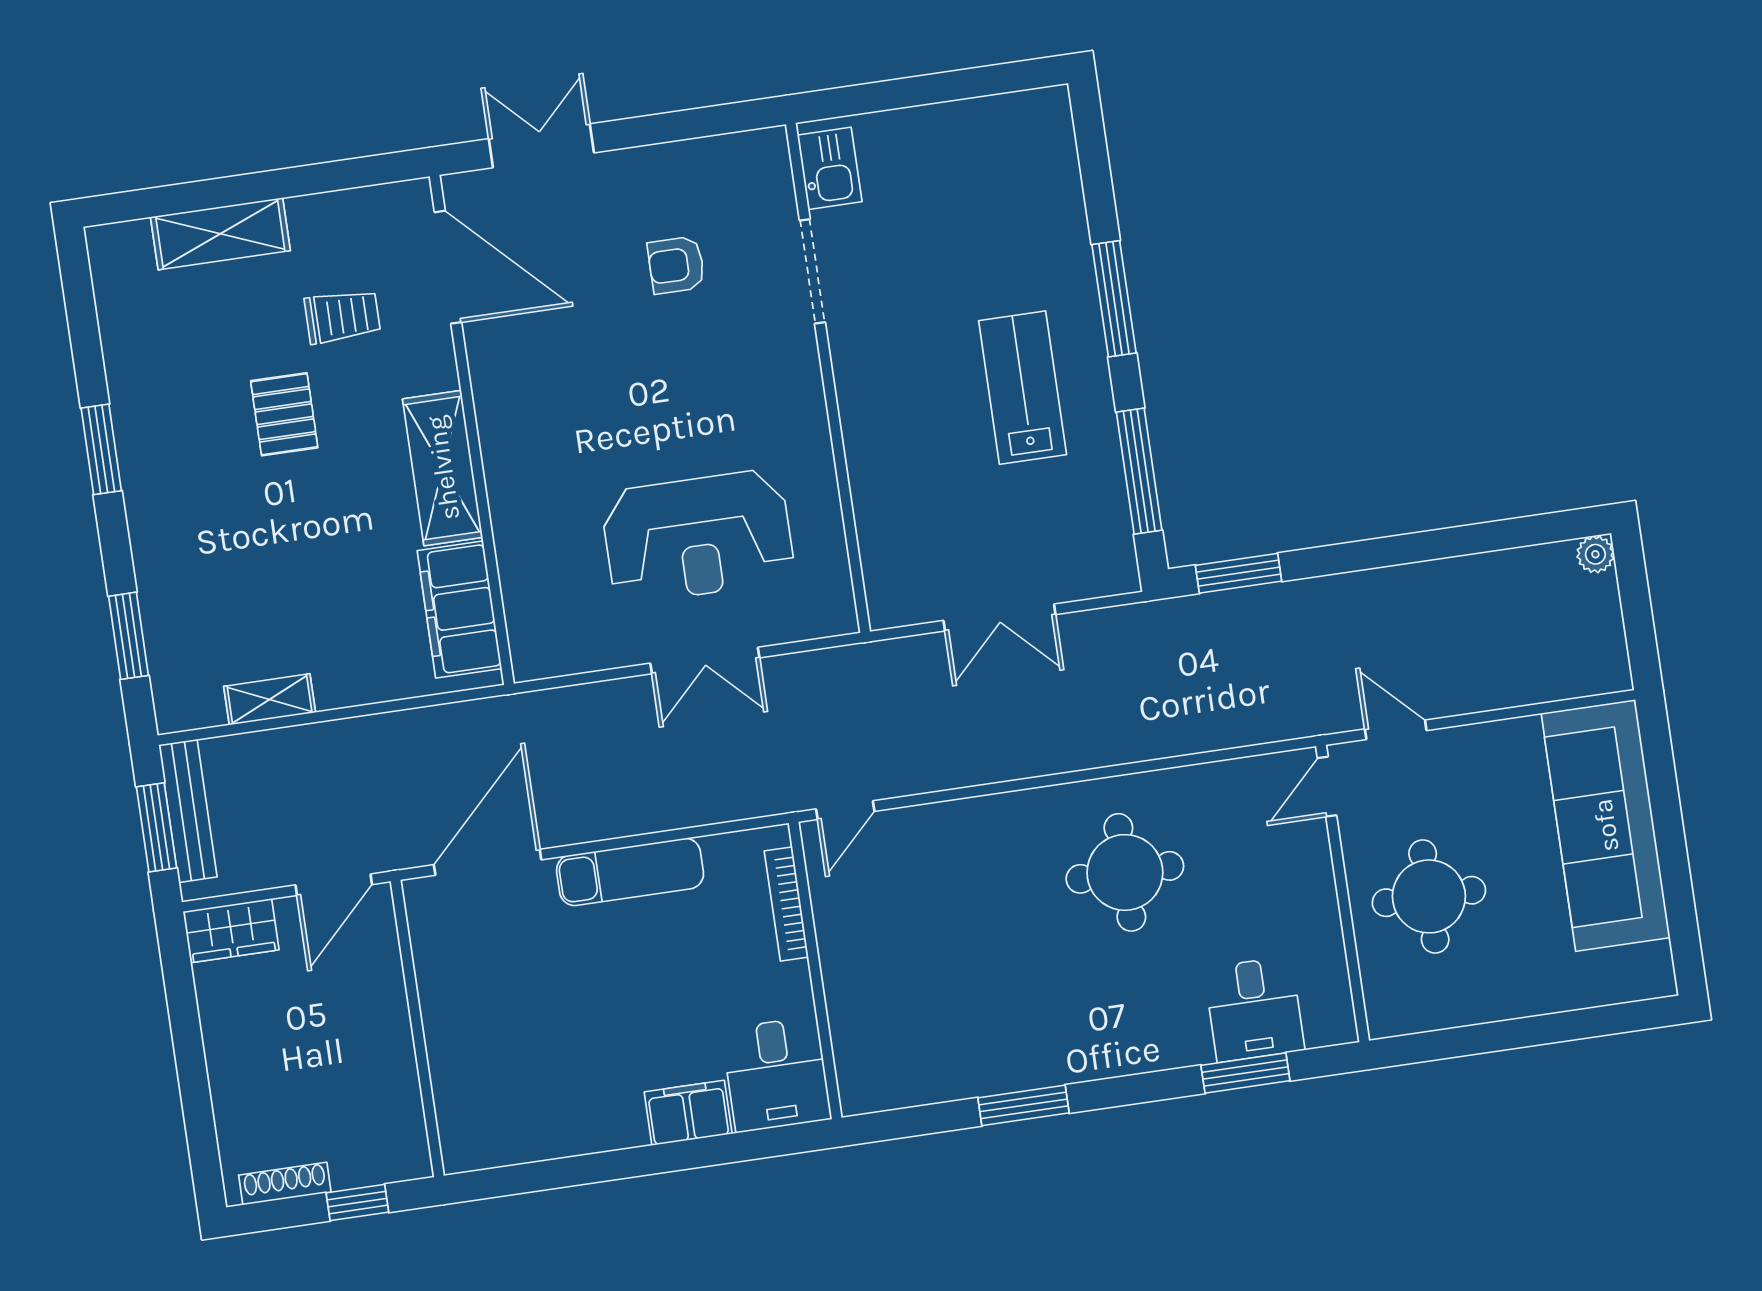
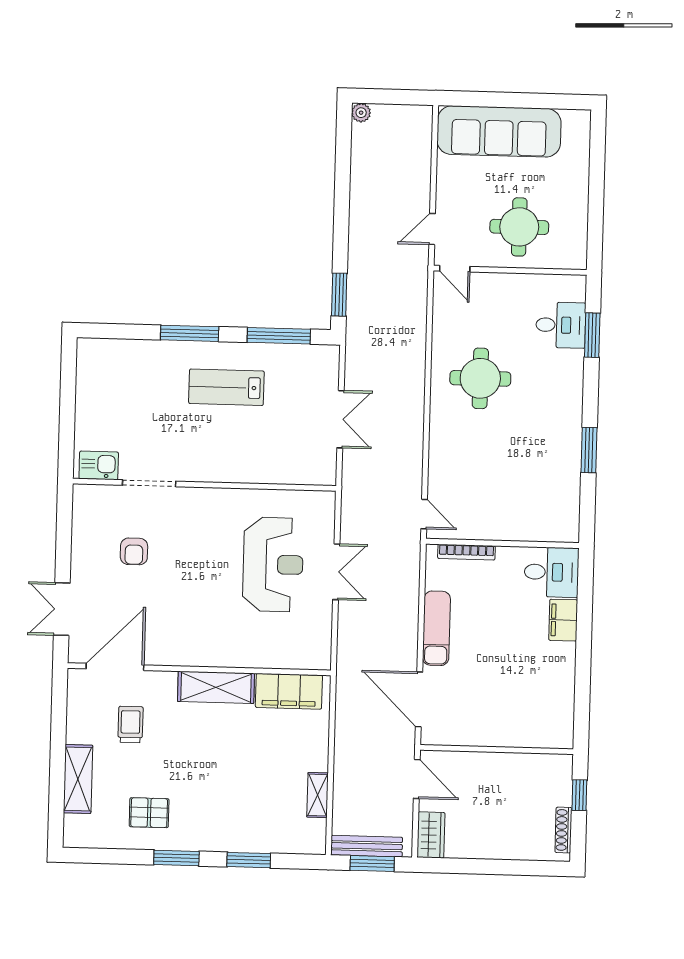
pallet: (284, 414) -> (149, 813), moved
window: (128, 636) -> (249, 860), moved

